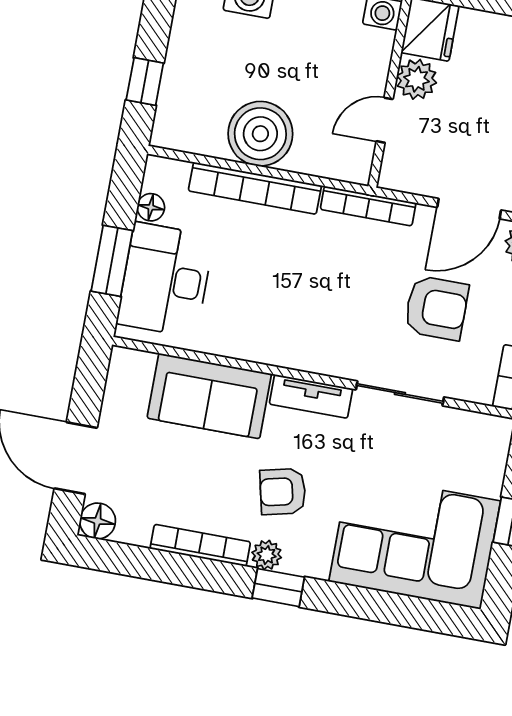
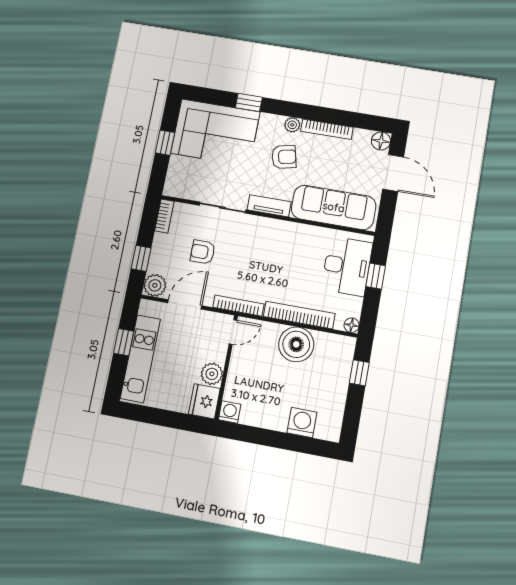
door: (385, 120) -> (233, 332), moved
floor lamp: (151, 207) -> (352, 325), moved
window: (112, 261) -> (376, 276), width x0.67
armchair: (436, 308) -> (203, 252), width x0.72, depth x0.72
sofa: (209, 396) -> (334, 207), width x1.36
window: (278, 588) -> (249, 102), moved

